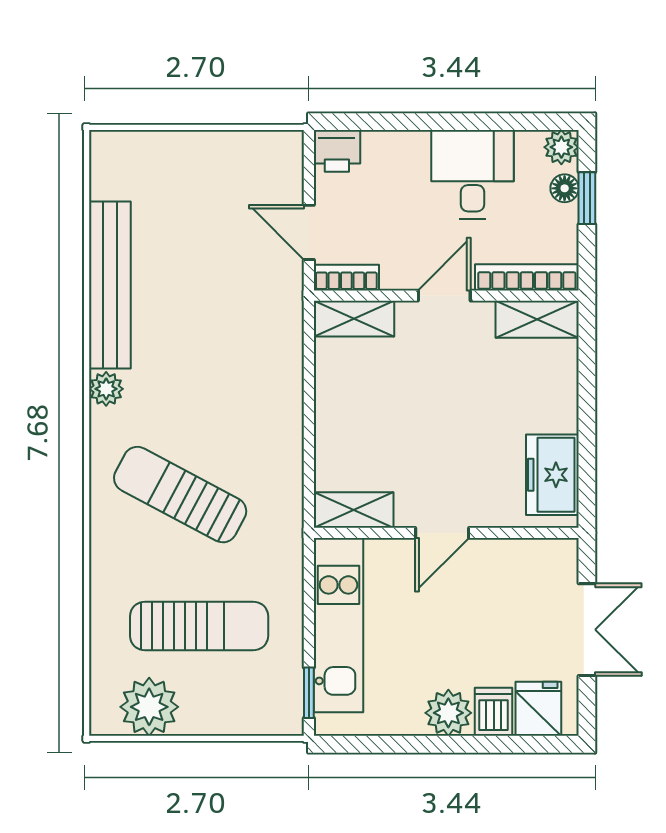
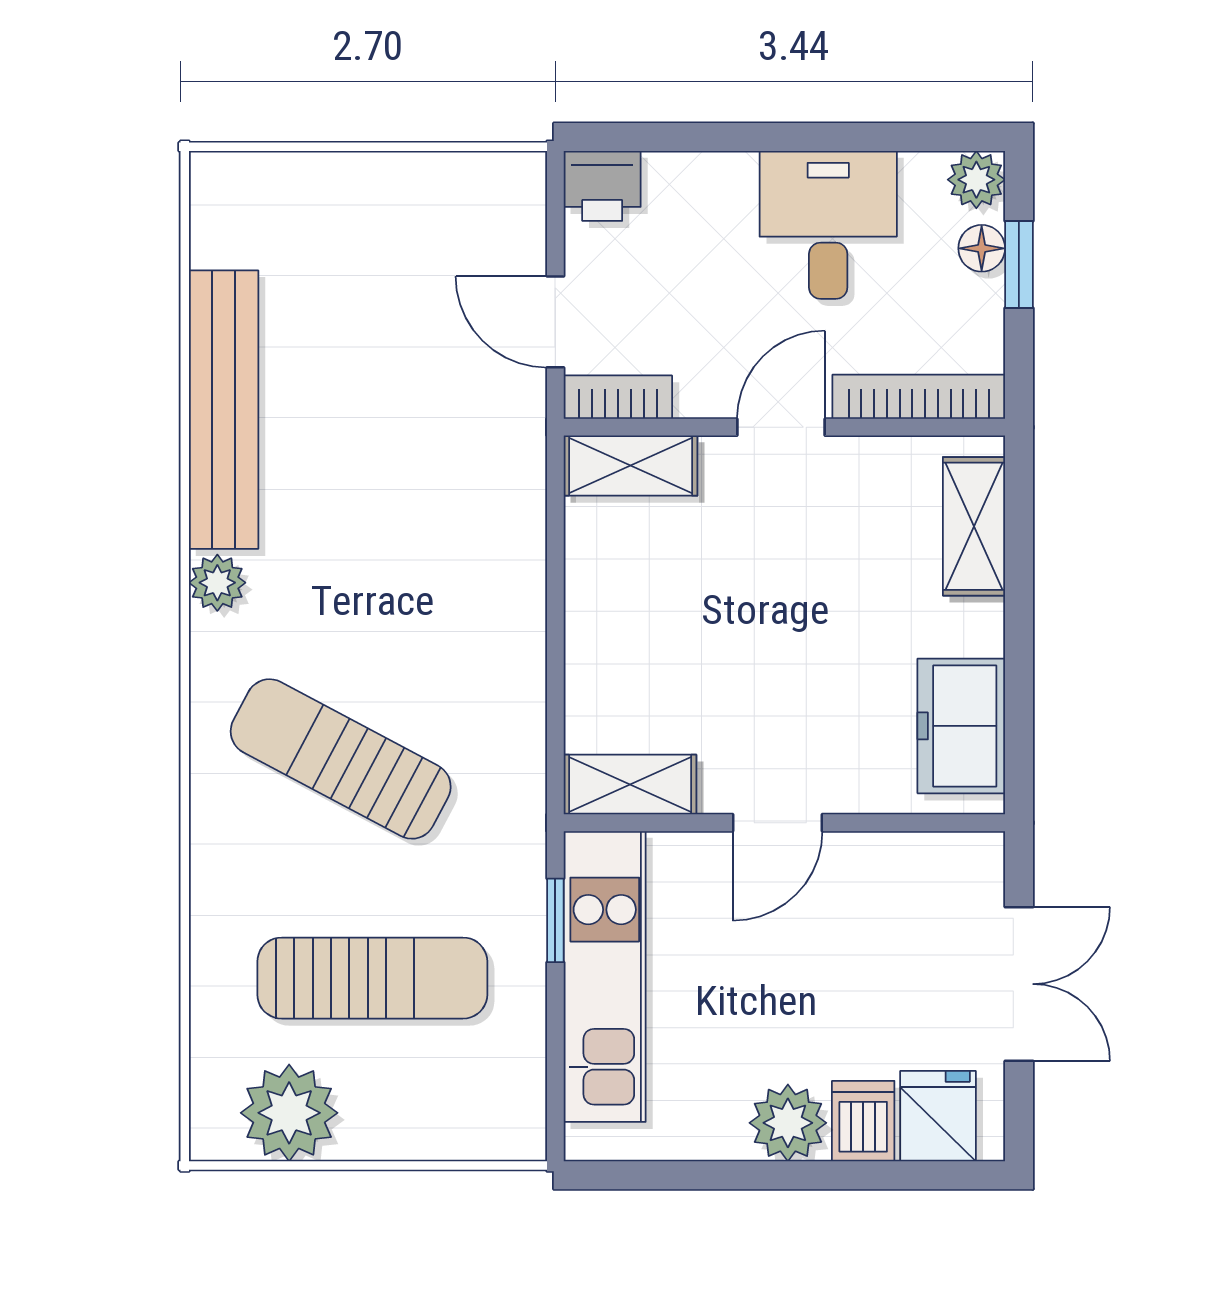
shelving: (537, 319) -> (974, 526), moved, turned 90
window: (309, 693) -> (555, 920), moved

